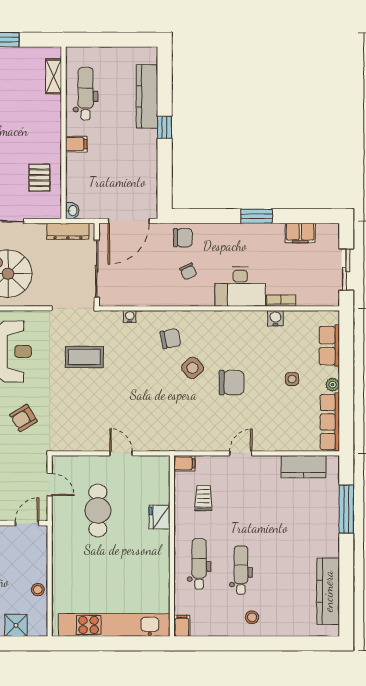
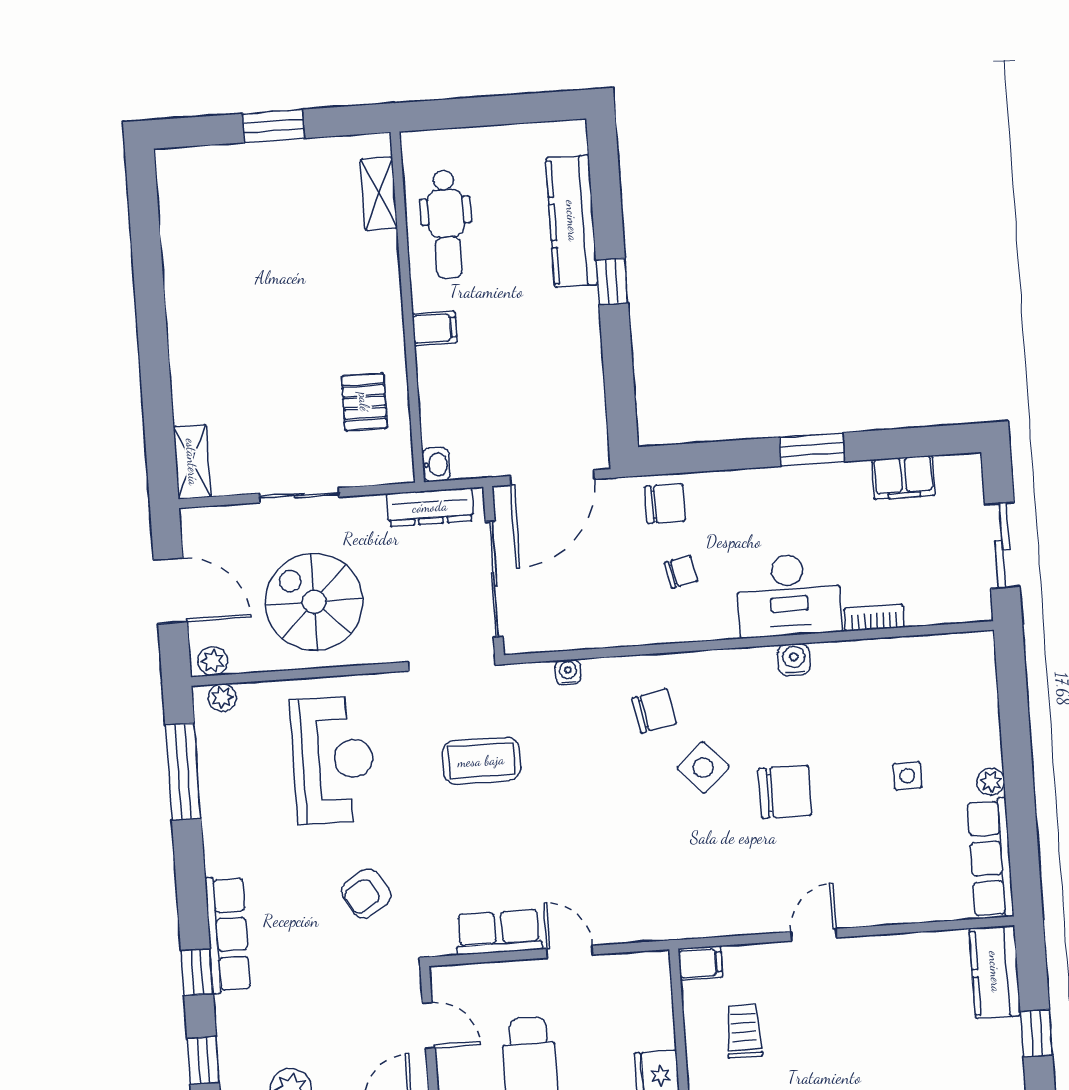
dental chair: (86, 94) -> (446, 224), turned 180
chair: (188, 271) -> (681, 572), turned -77
water cooler: (275, 318) -> (794, 660), moved
row of seats: (329, 346) -> (499, 932), moved, turned 90
kitchen counter: (303, 467) -> (995, 972), moved, turned 90
window: (346, 509) -> (1036, 1033), width x0.46

